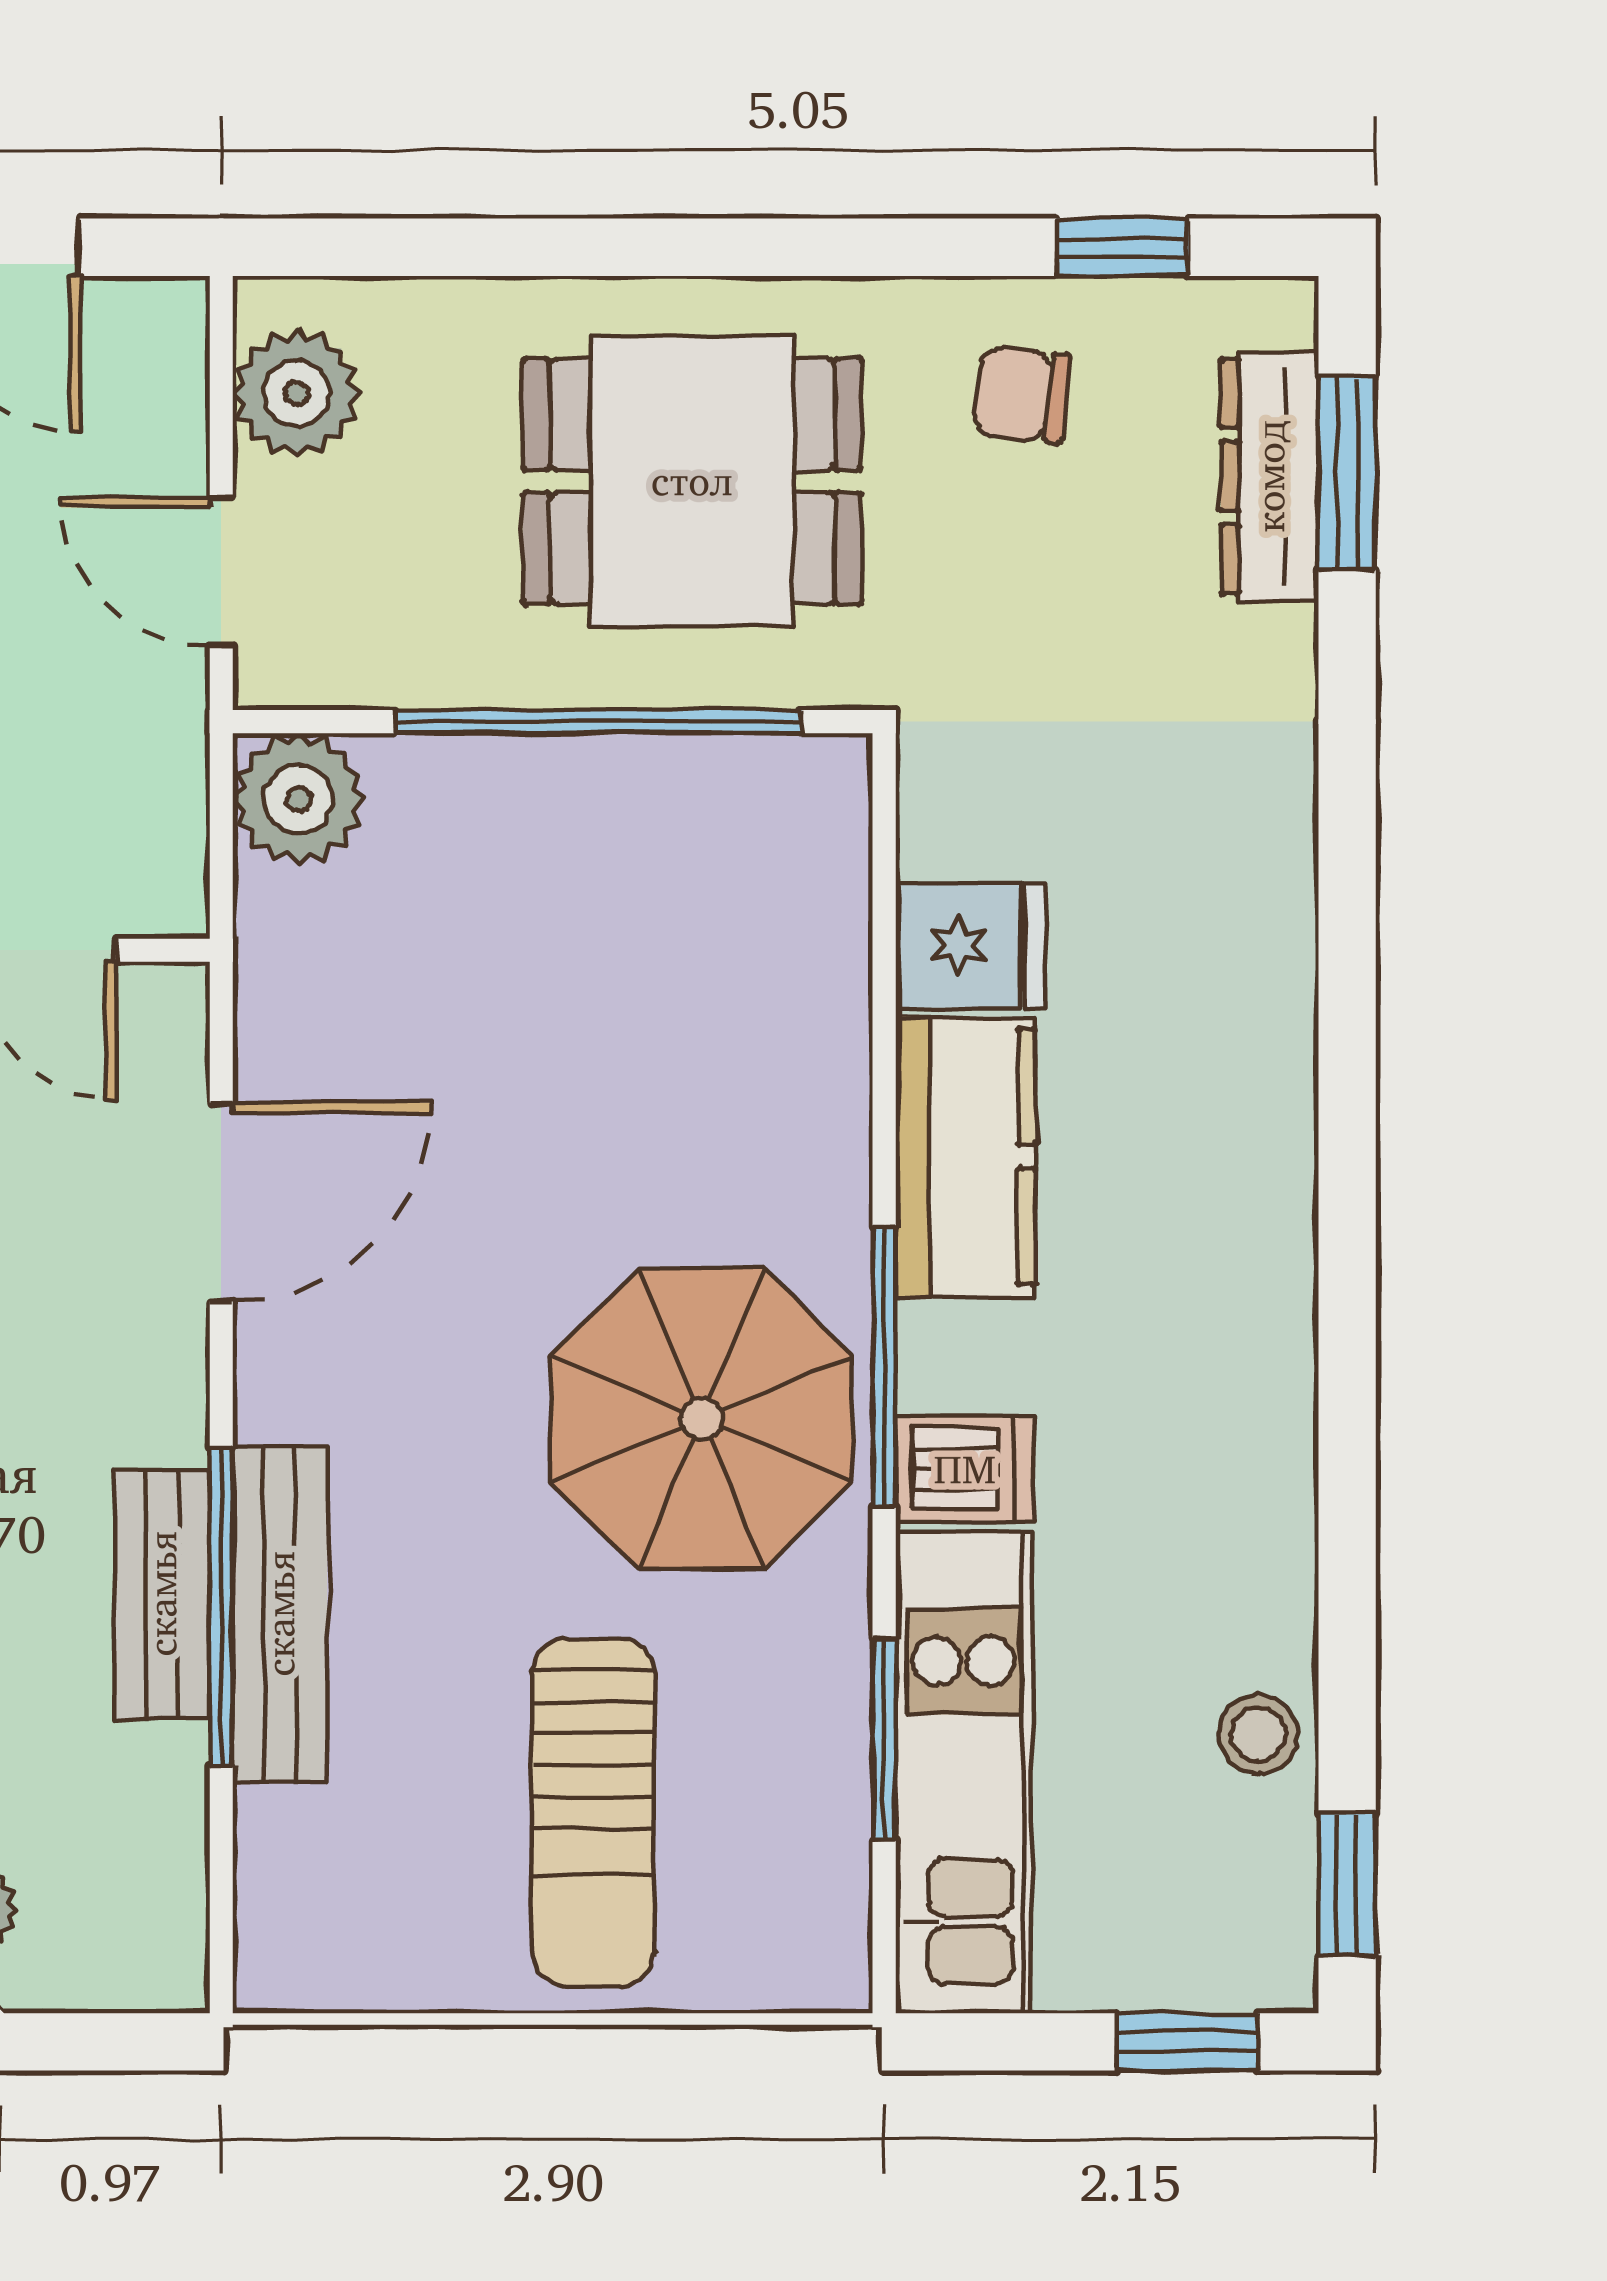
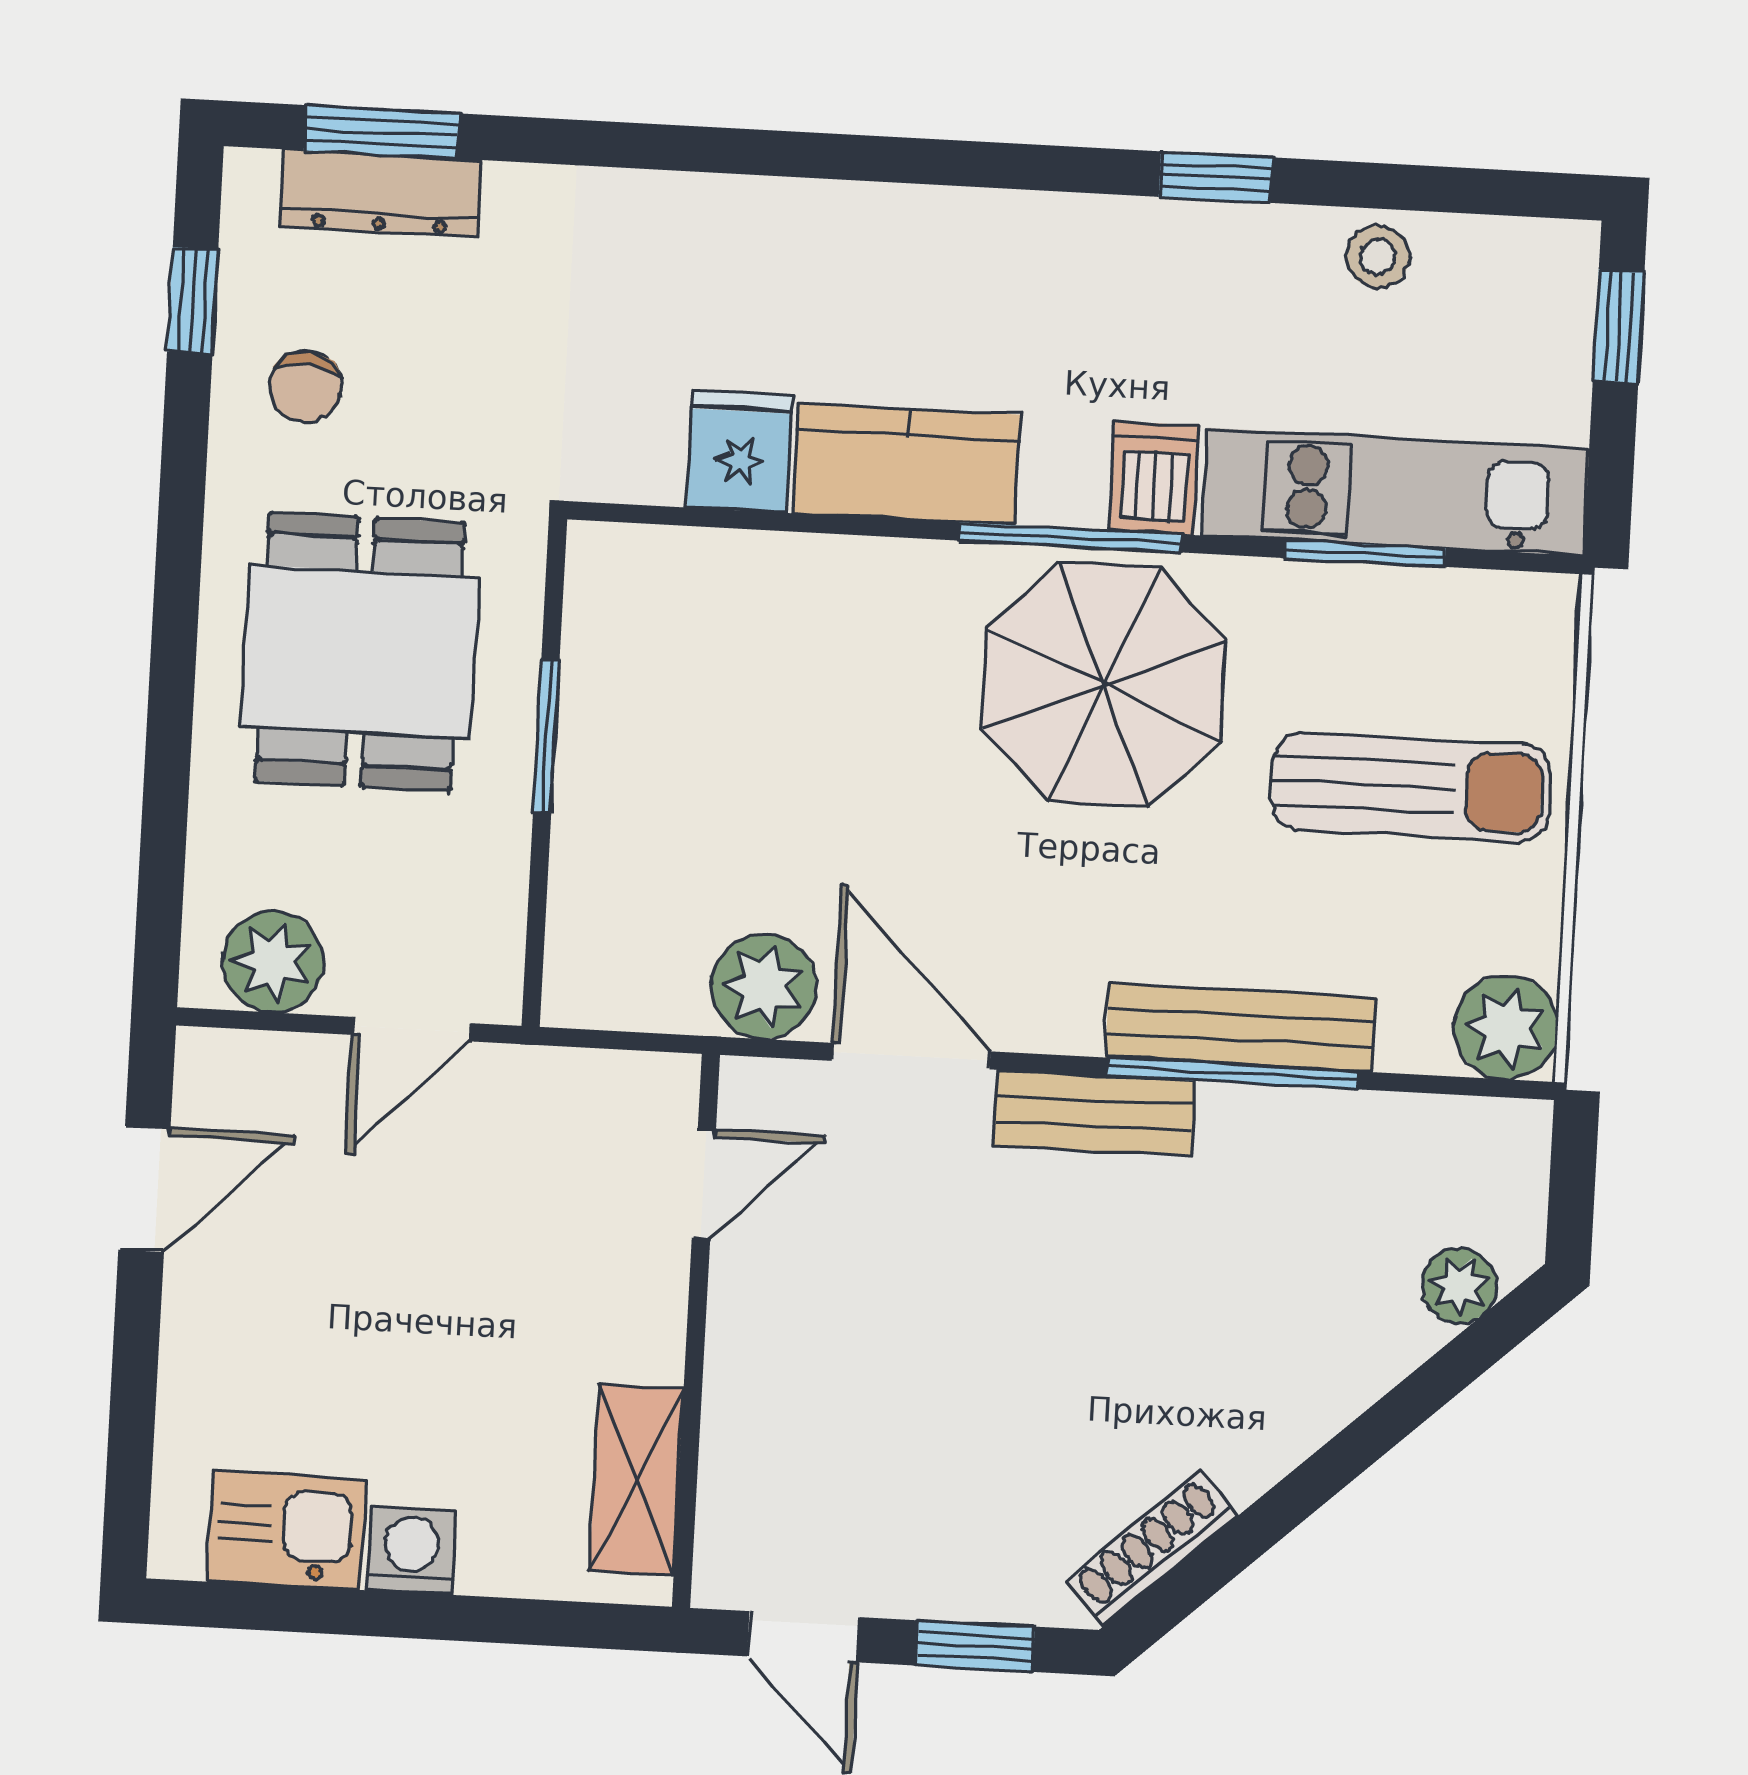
window: (598, 722) -> (546, 736), width x0.47
plant: (299, 799) -> (764, 986), moved
bench: (162, 1594) -> (1094, 1113), moved
window: (1347, 1885) -> (1216, 177), moved
plant: (298, 1948) -> (1506, 1027), added

